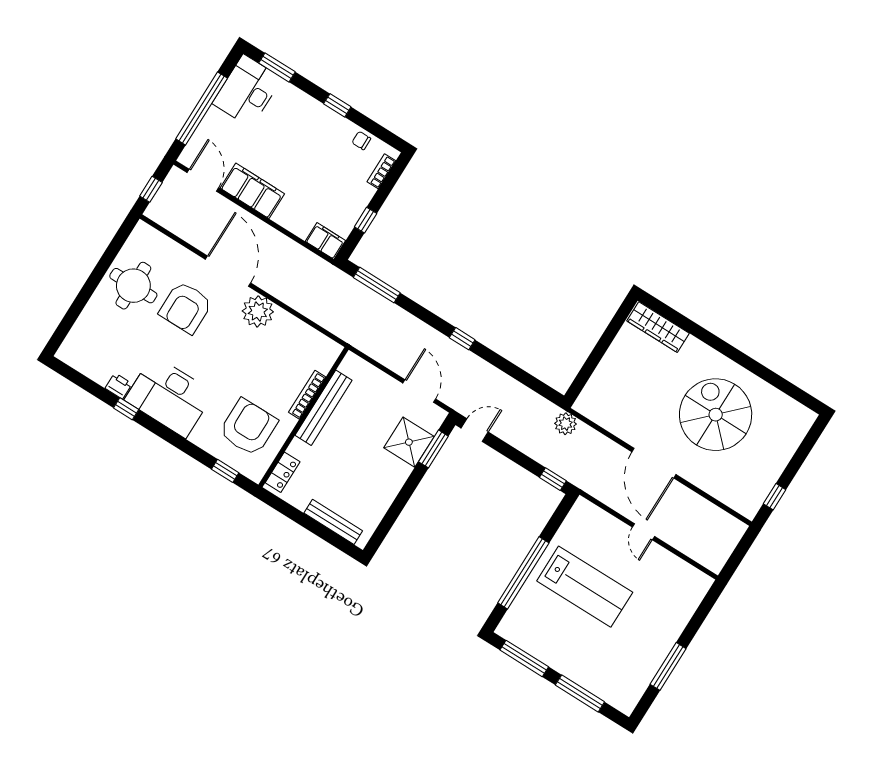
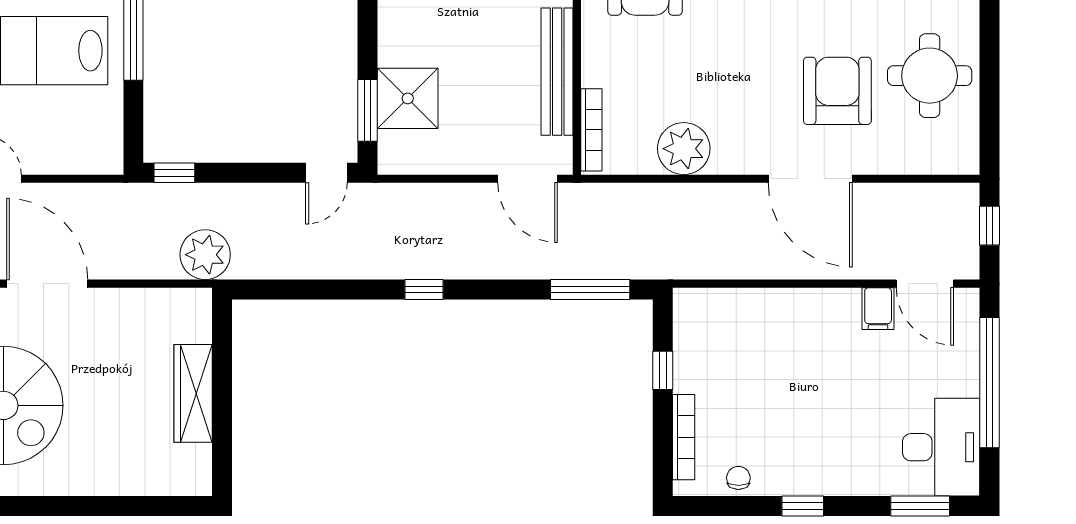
chair: (361, 141) -> (738, 478), turned -90
bookcase: (381, 171) -> (684, 437), width x1.56
filing cabinet: (252, 191) -> (878, 309), width x0.33, depth x0.86
filing cabinet: (325, 241) -> (700, 306), removed
plant: (258, 311) -> (684, 149), moved
wardrobe: (658, 327) -> (193, 393), moved, turned -90
door: (419, 391) -> (528, 179), moved
bookcase: (307, 395) -> (591, 130), moved
plant: (566, 424) -> (205, 255), width x1.36, depth x1.36

